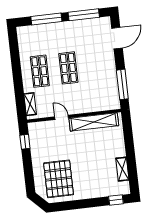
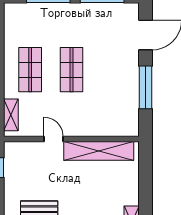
window: (122, 84) -> (146, 87), moved

